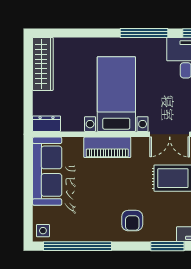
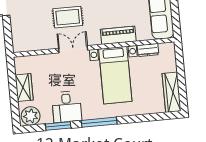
dresser: (47, 124) -> (148, 50), moved

